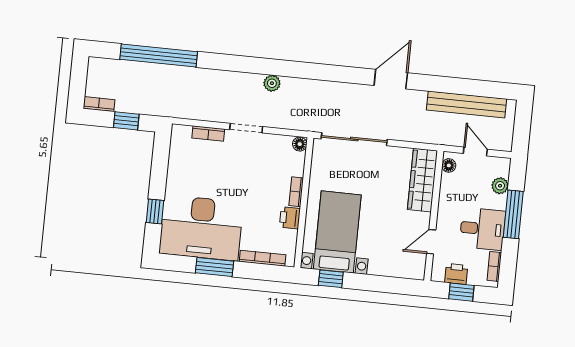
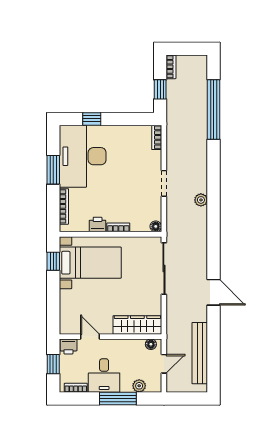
bookcase: (208, 134) -> (157, 137), moved
printer: (456, 274) -> (68, 346), moved, turned 90

